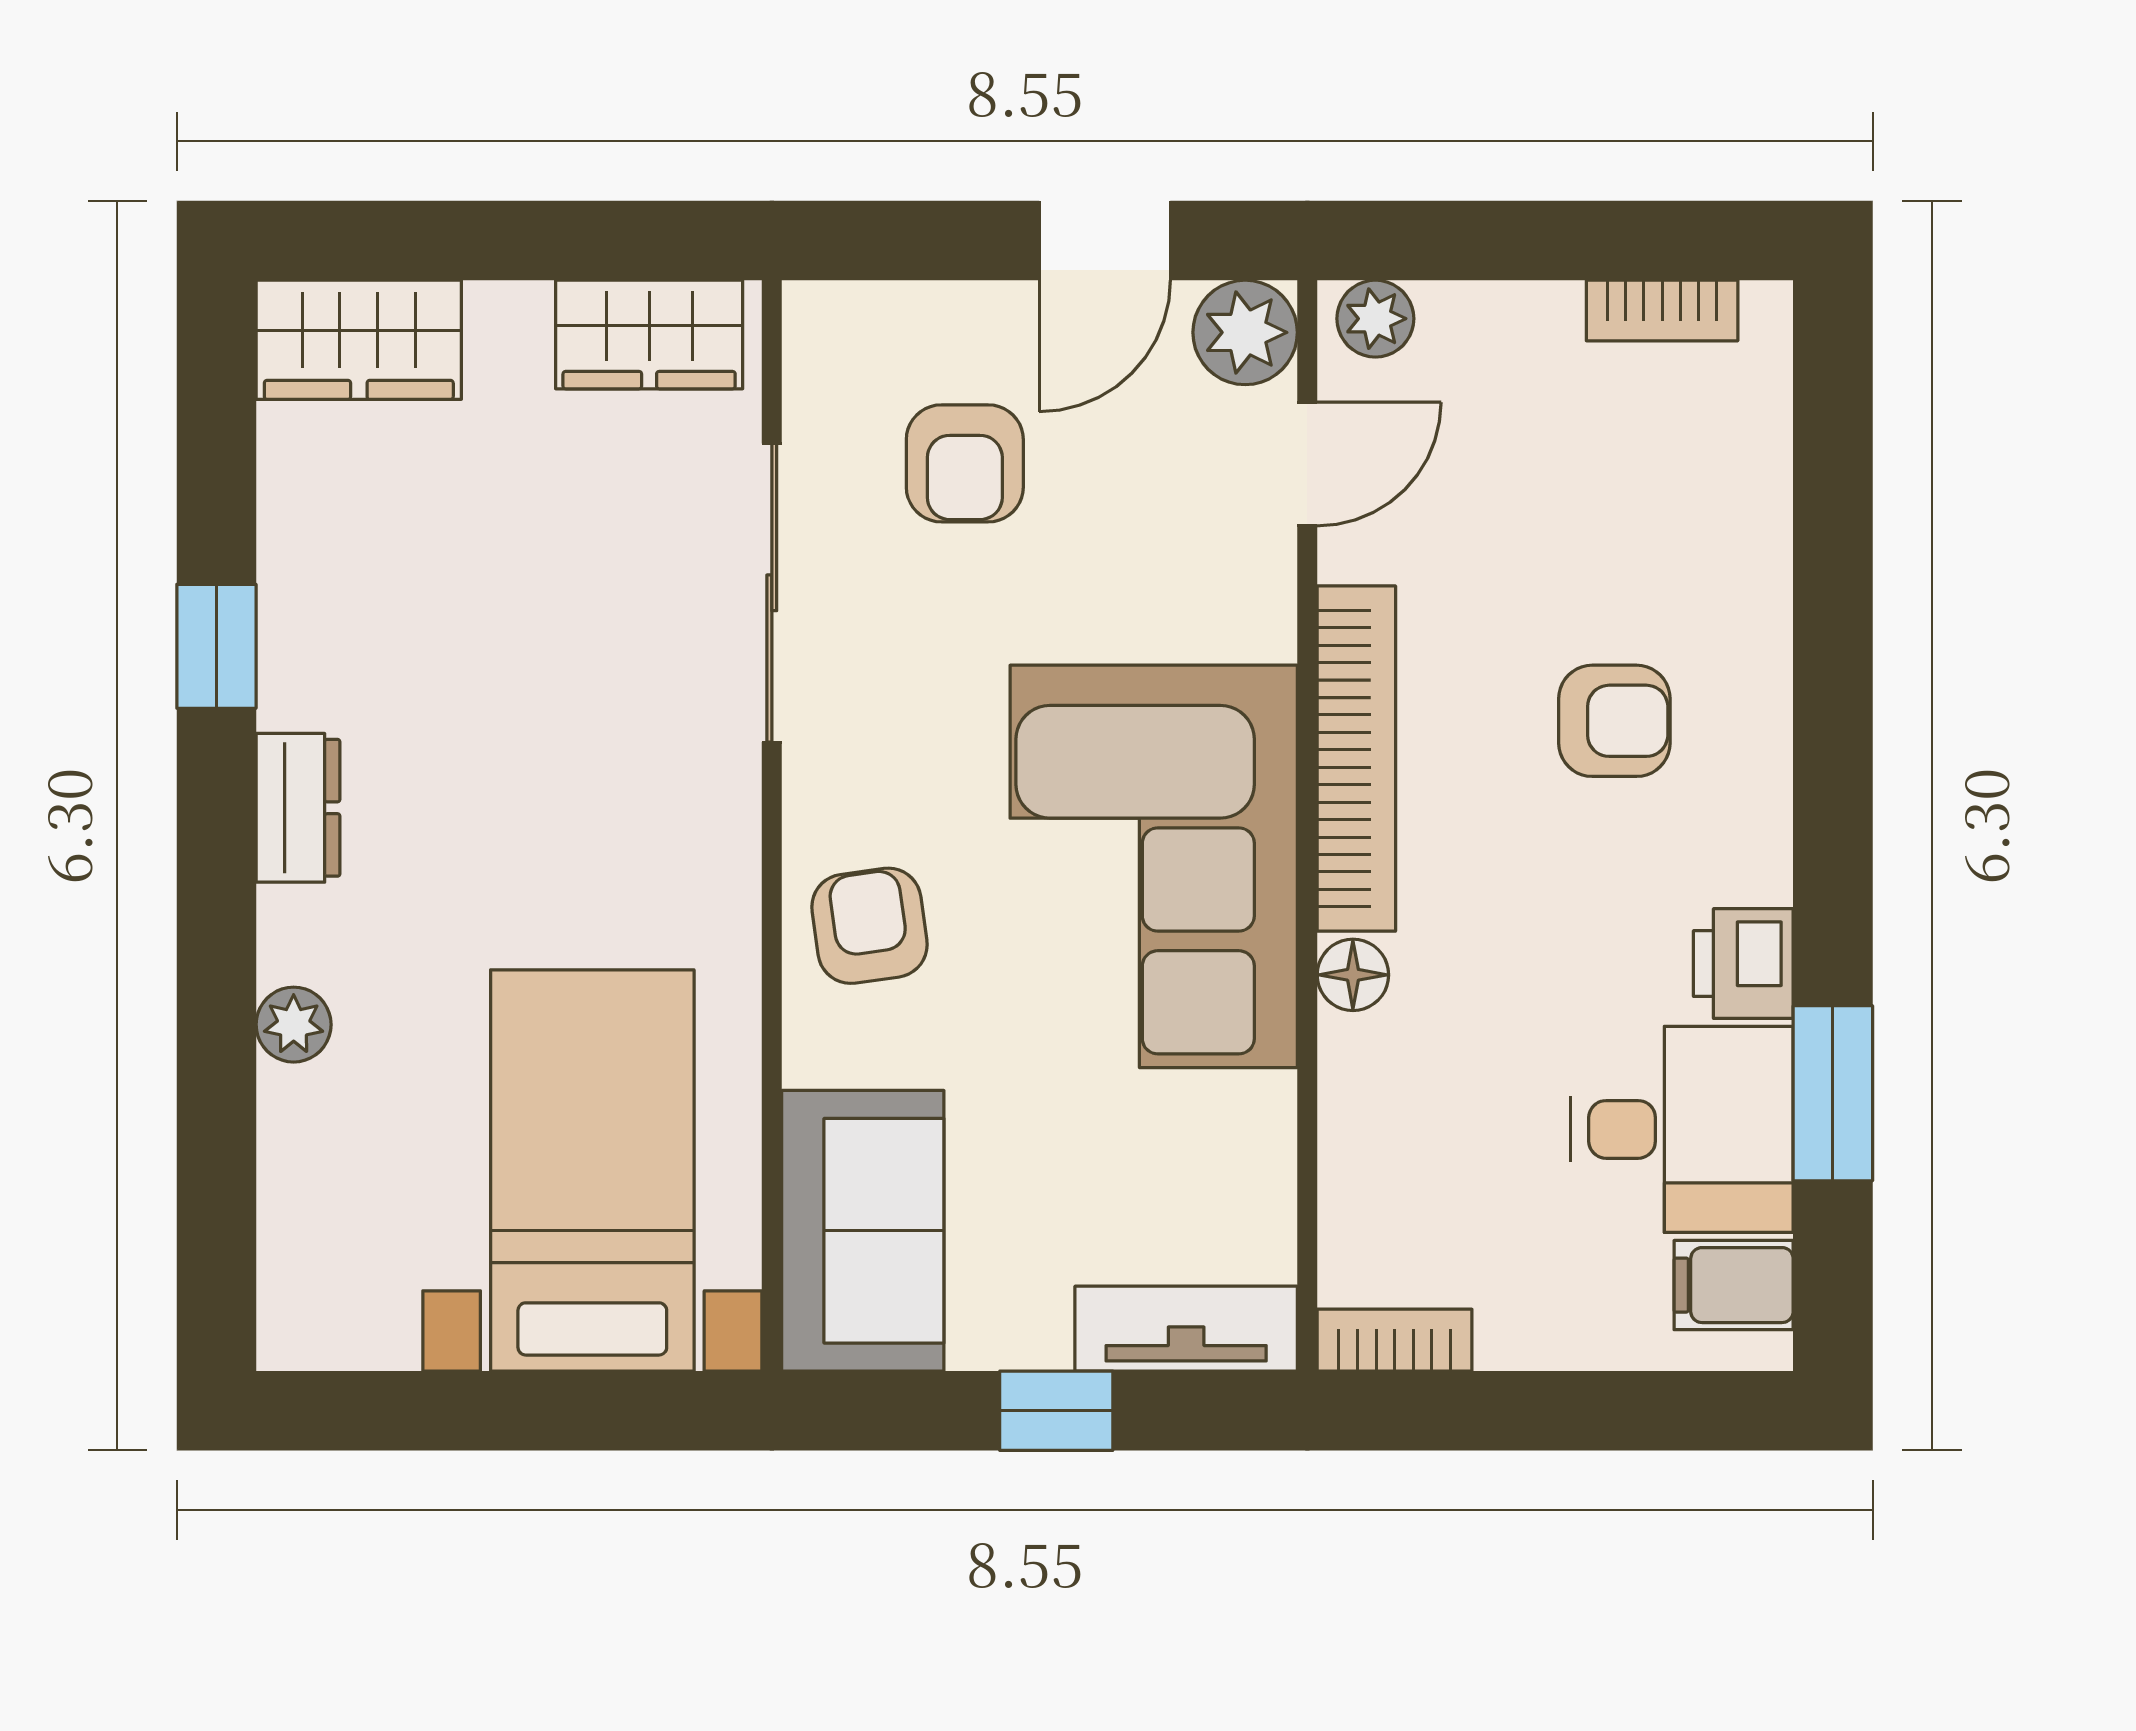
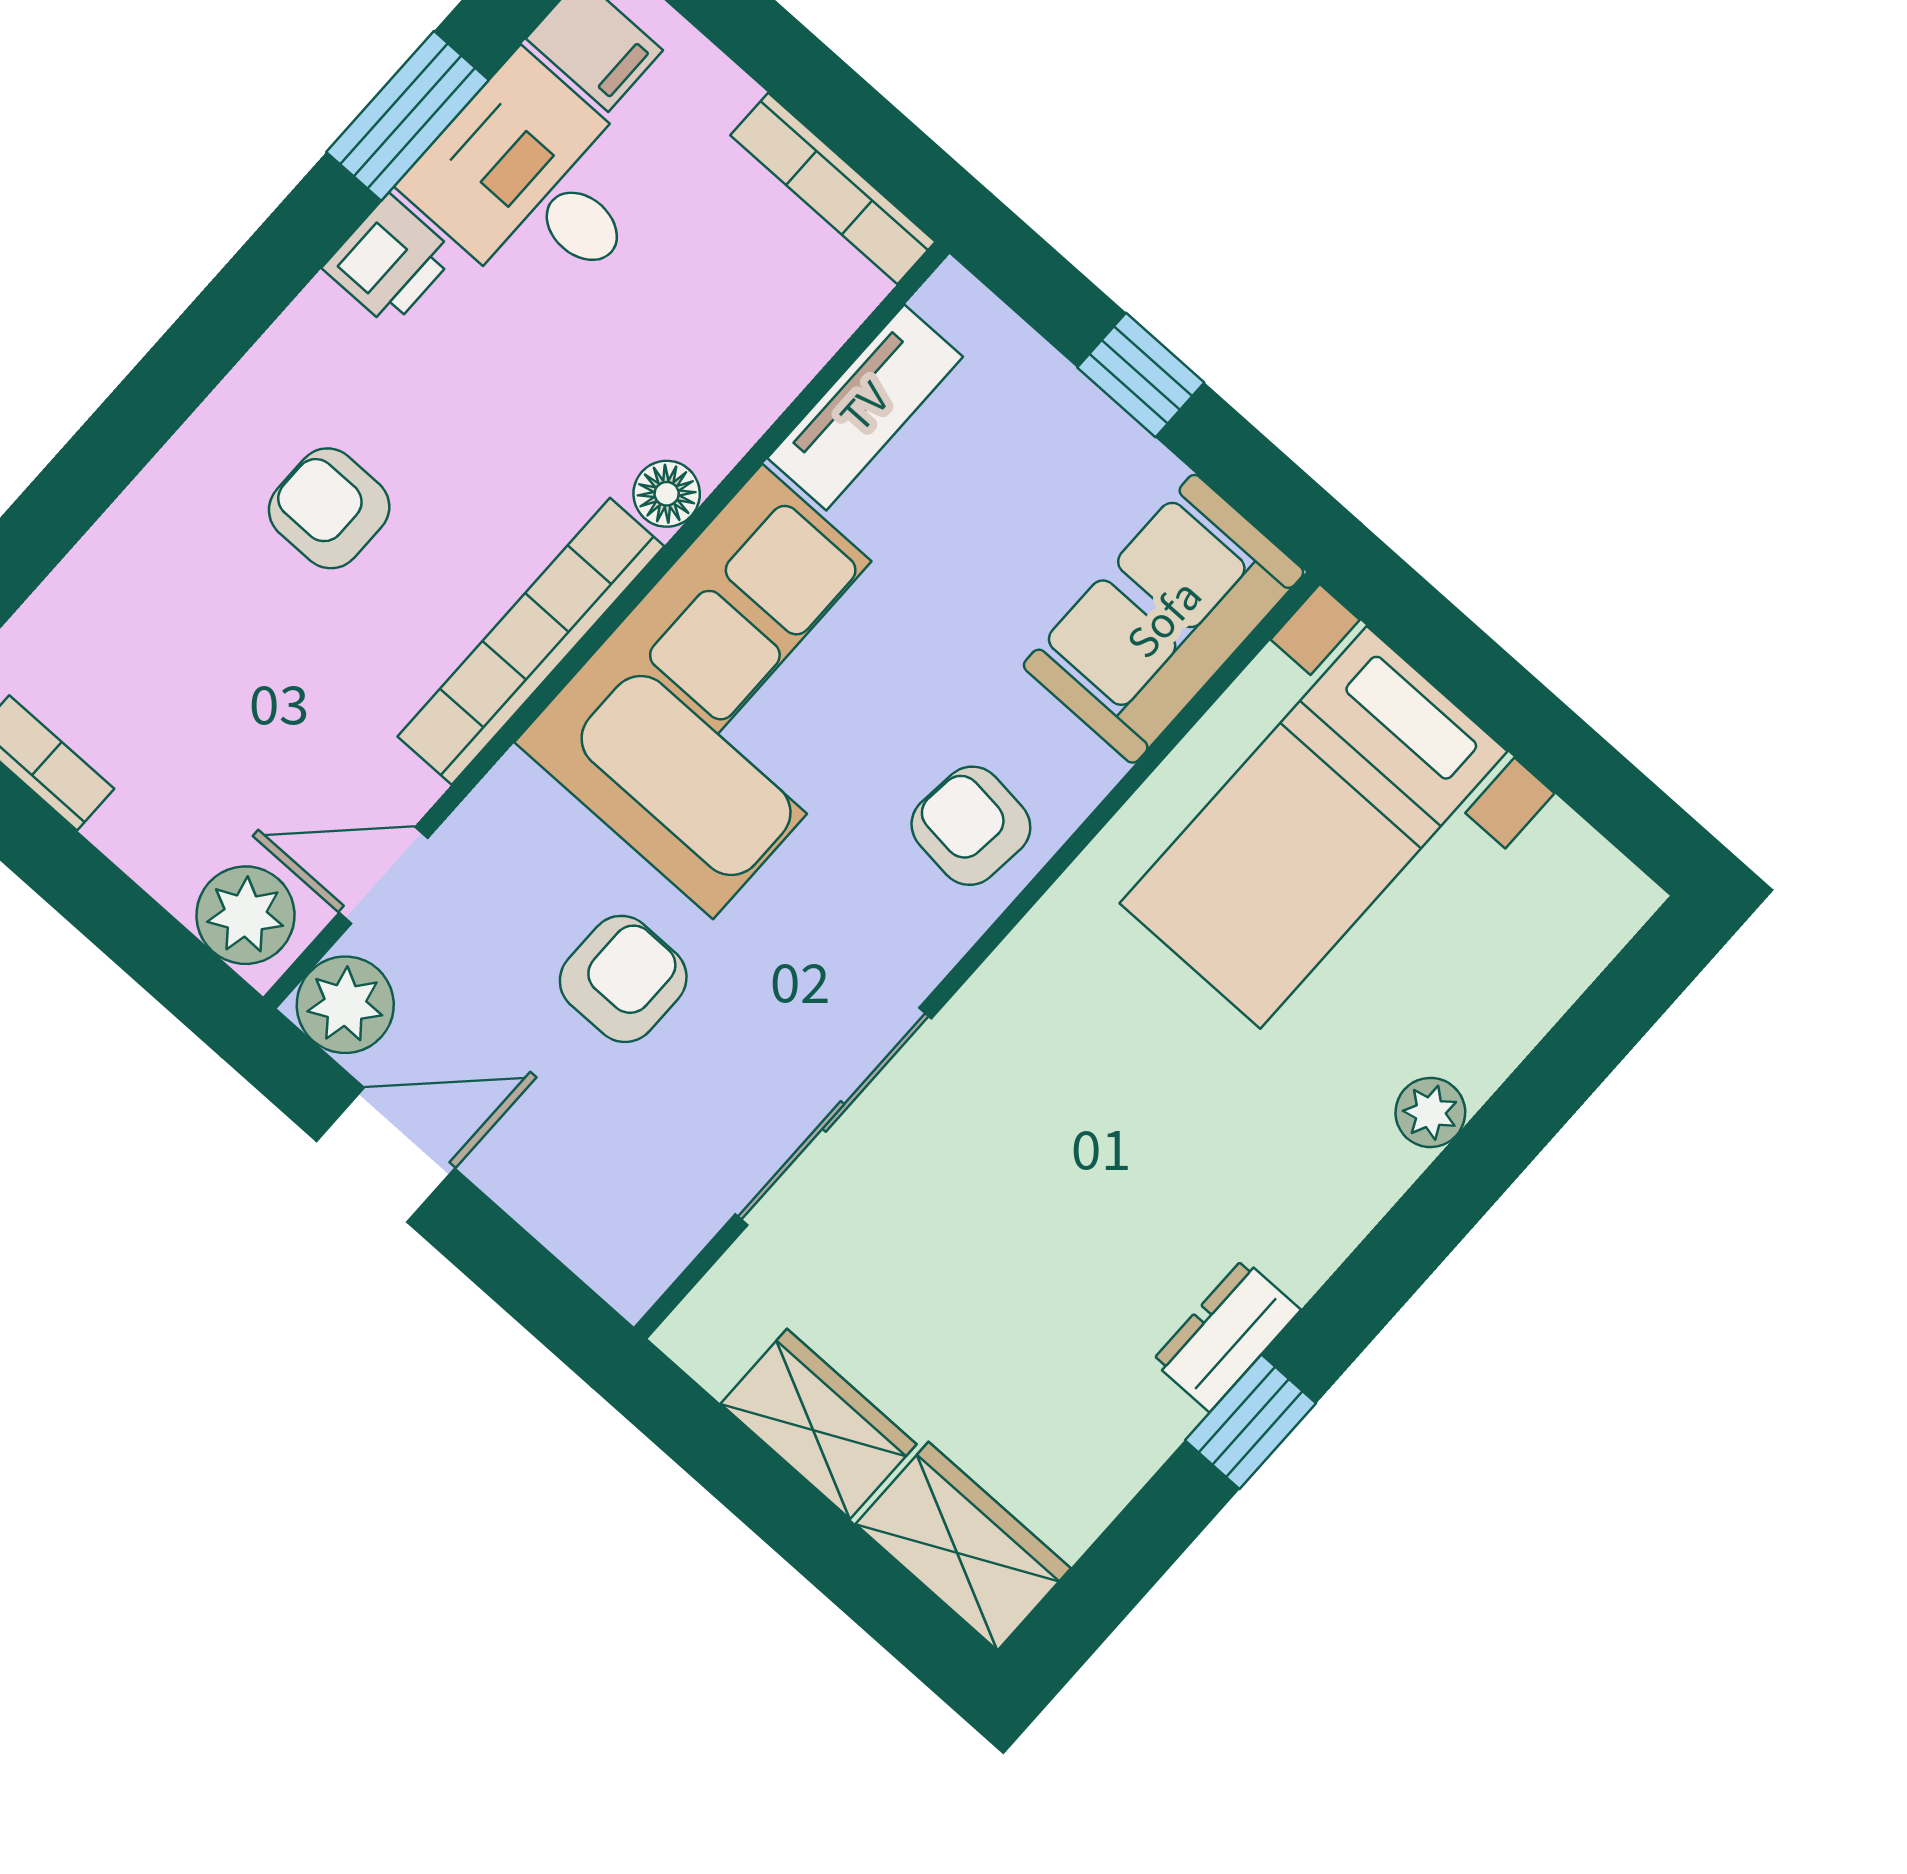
plant: (1375, 319) -> (245, 915), width x1.38, depth x1.38
wardrobe: (649, 335) -> (818, 1424), moved
armchair: (965, 463) -> (623, 979), moved
dresser: (298, 808) -> (1226, 1335), moved
armchair: (870, 926) -> (971, 826), turned 104
tv unit: (1186, 1329) -> (865, 407), moved, turned -90
bookcase: (1395, 1340) -> (833, 188), width x1.56

